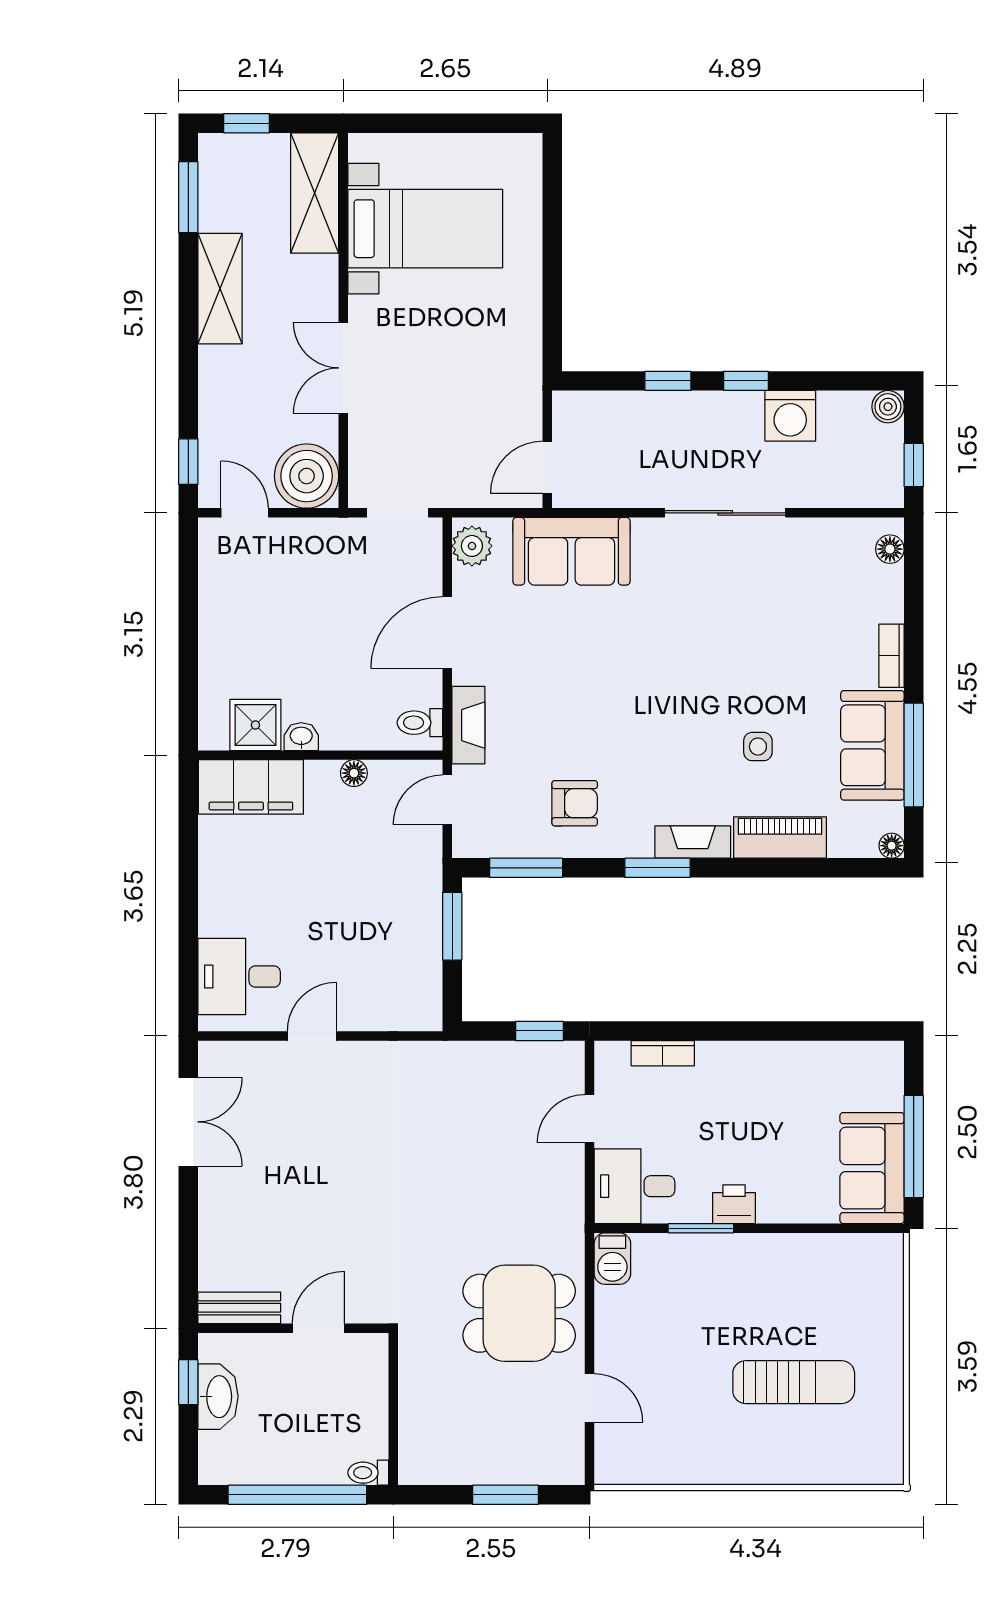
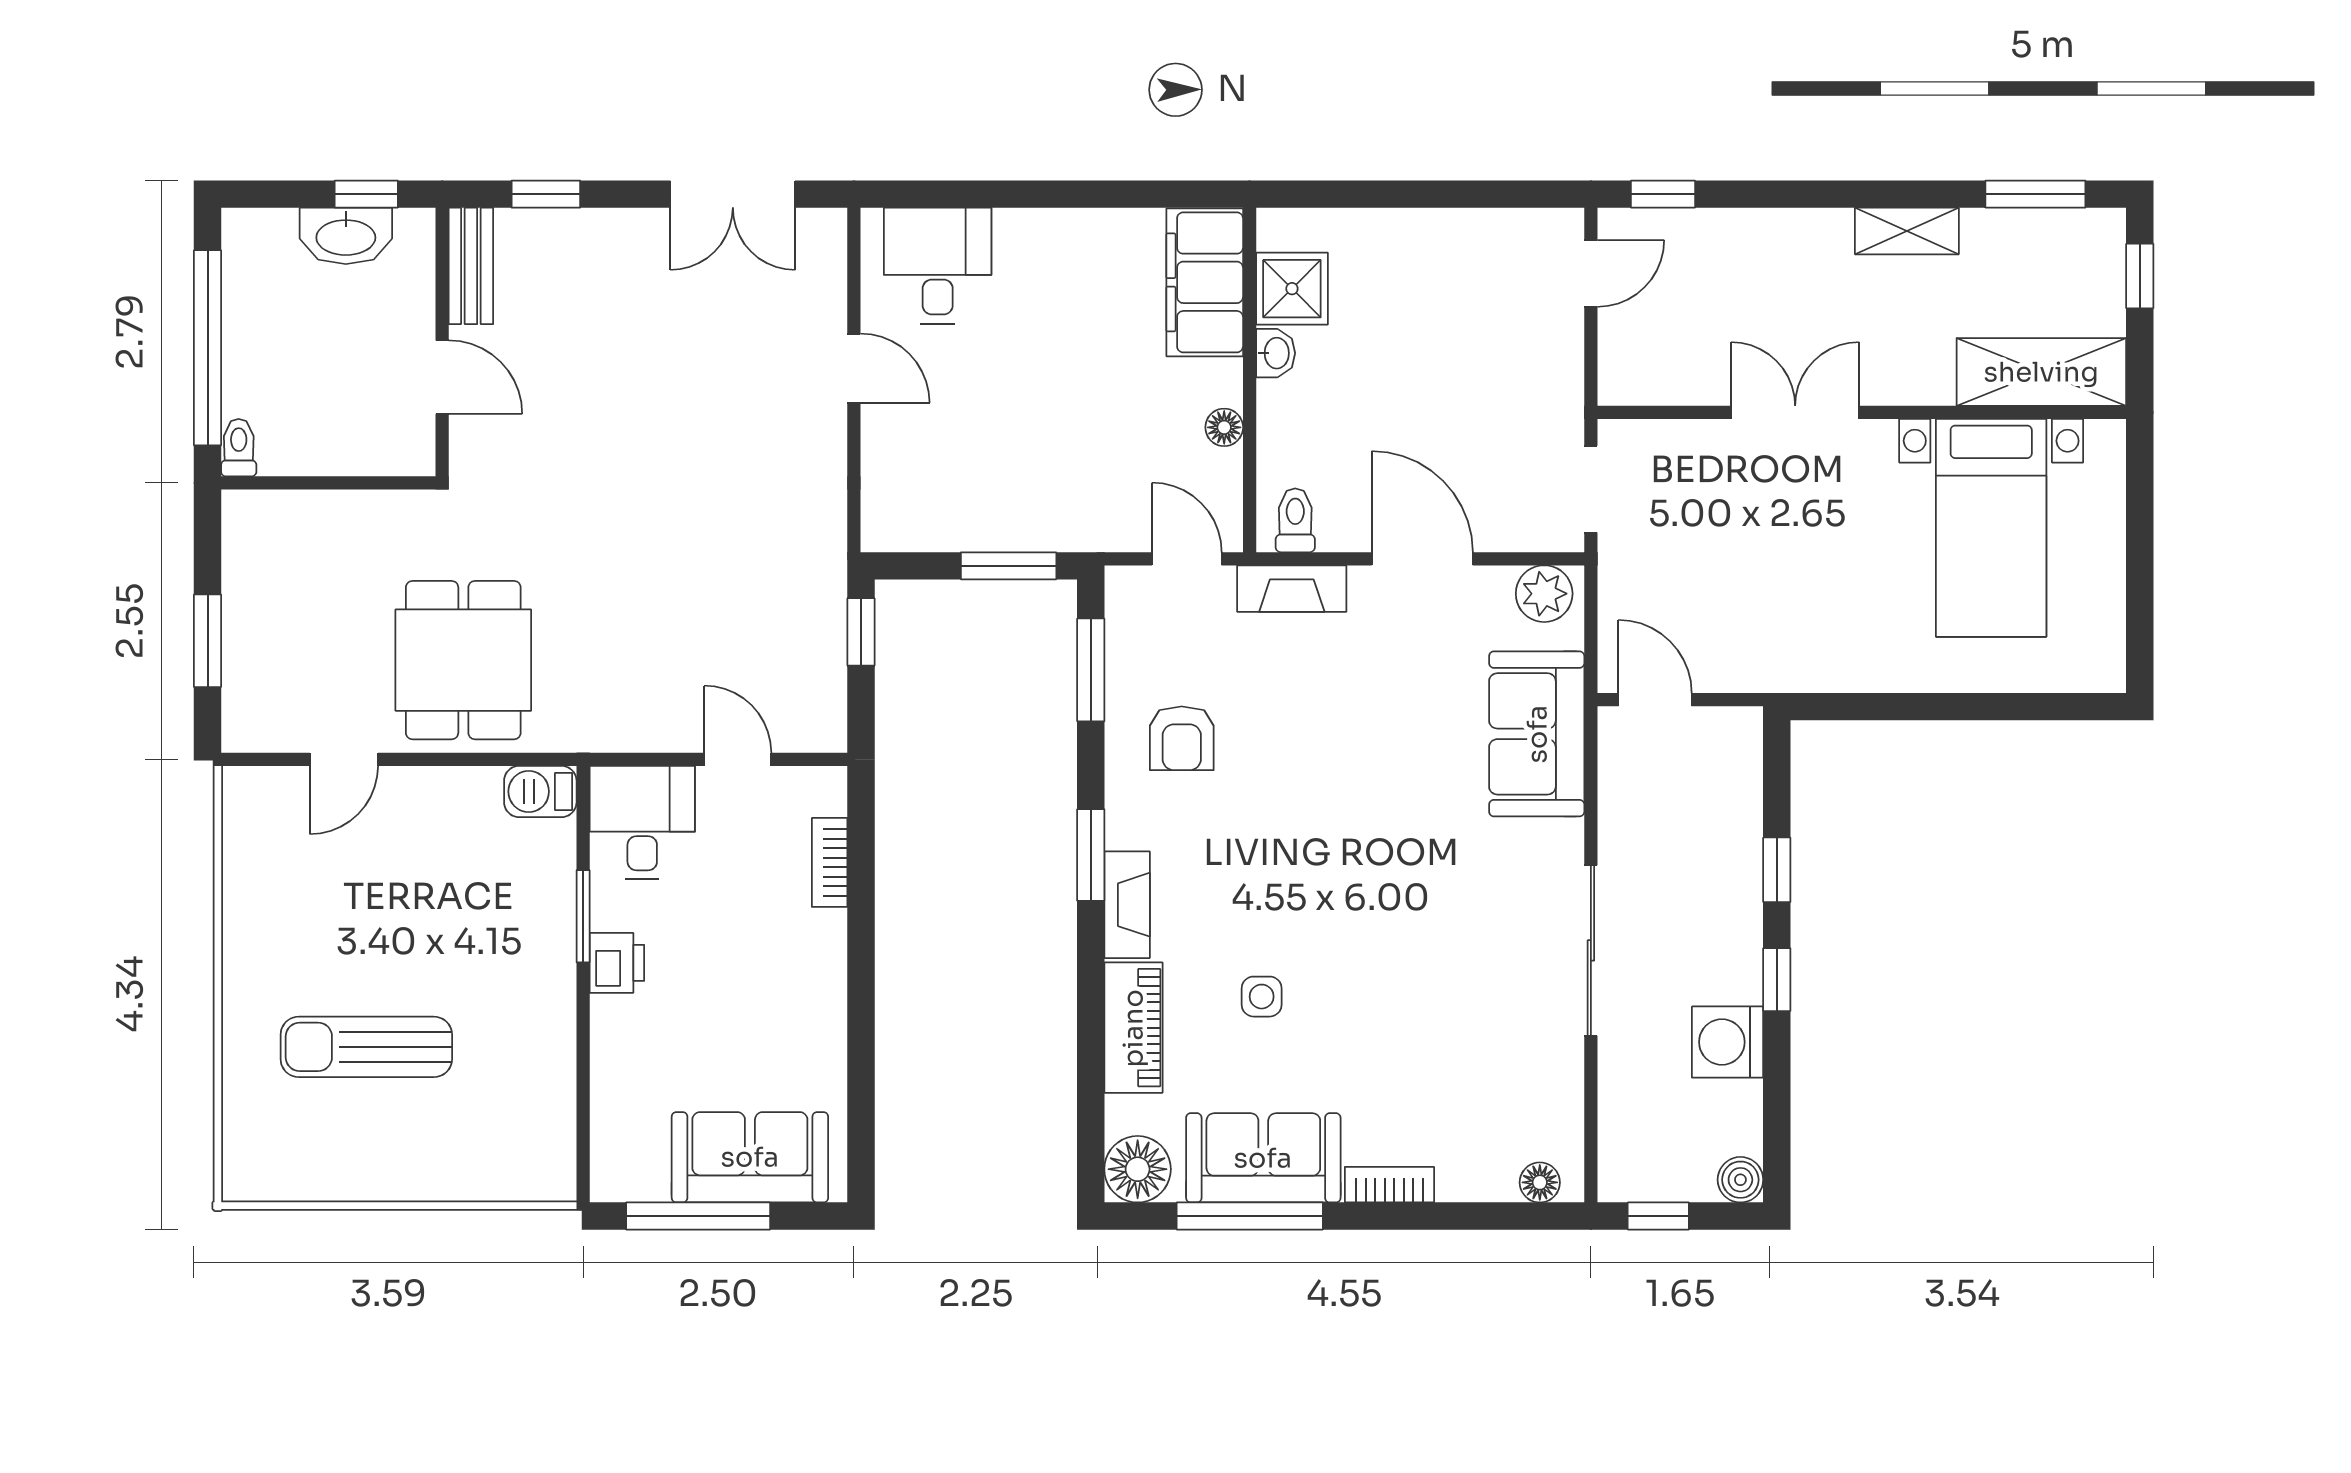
shelving: (220, 289) -> (1907, 231), width x0.67, depth x0.75
boiler: (307, 476) -> (1643, 361), removed
floor lamp: (892, 846) -> (1138, 1169), width x1.89, depth x1.89
window: (539, 1031) -> (861, 632), moved
sofa: (872, 1168) -> (750, 1157), moved
window: (188, 1255) -> (546, 194), added
sun lounger: (794, 1382) -> (366, 1047), turned 90

